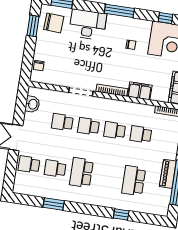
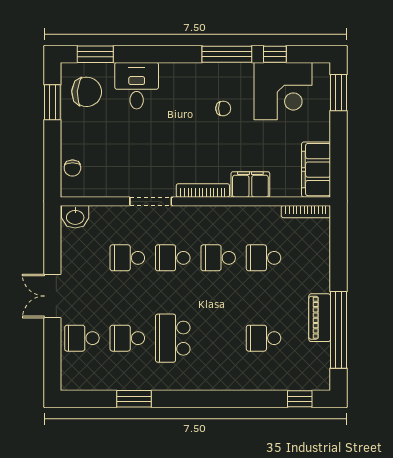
window: (119, 11) -> (227, 54), moved
desk: (88, 25) -> (137, 86), width x0.73
washbasin: (32, 104) -> (75, 217), moved, turned 90
school desk: (134, 181) -> (264, 338), width x0.54
window: (121, 214) -> (300, 399), moved

